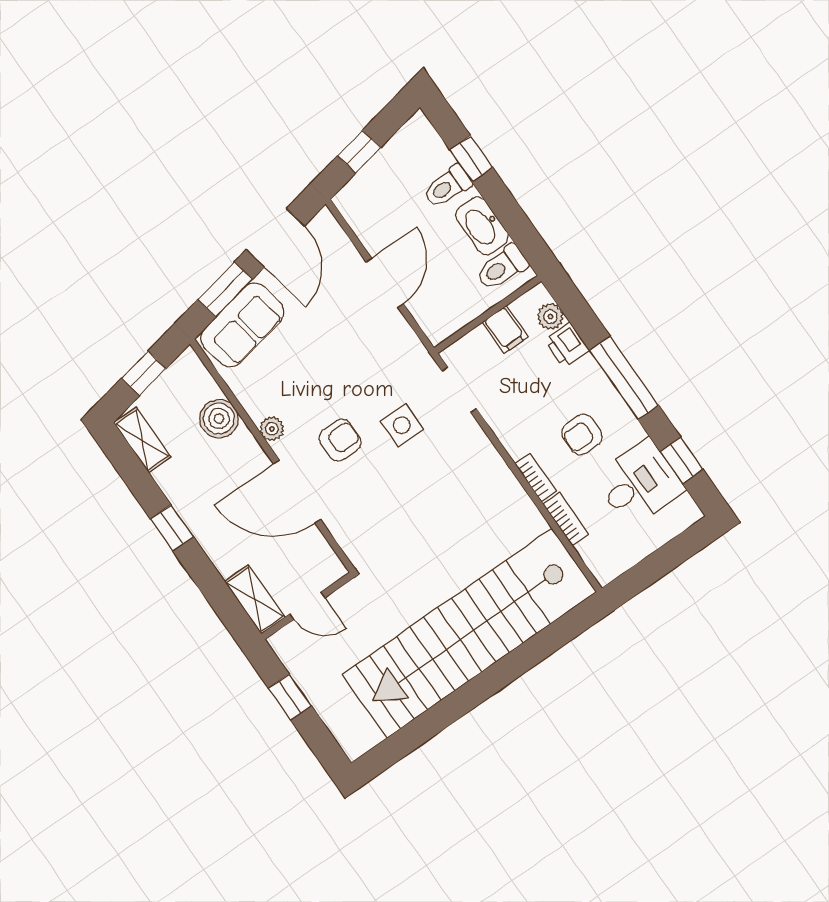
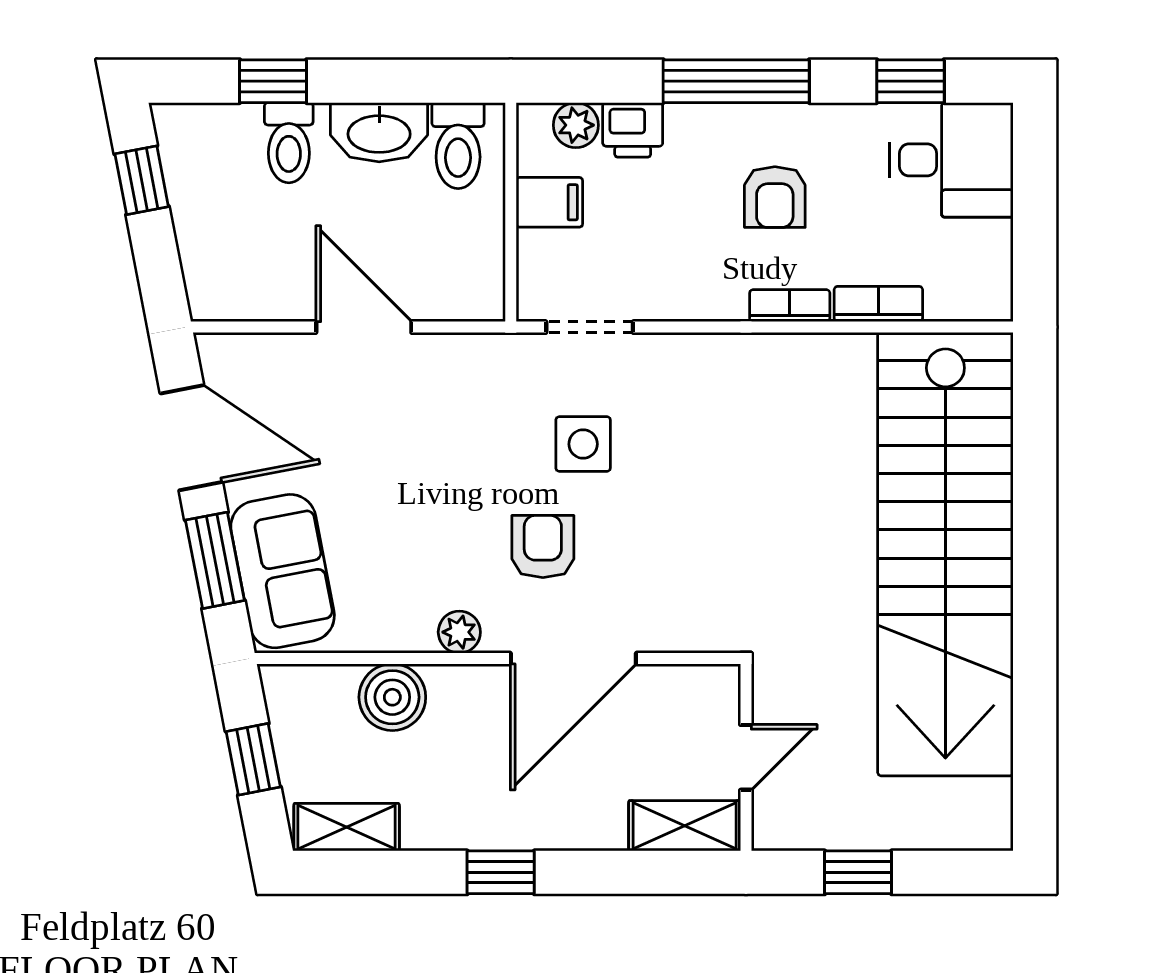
window: (359, 152) -> (142, 180), moved
desk: (639, 483) -> (951, 160), moved, turned 90

